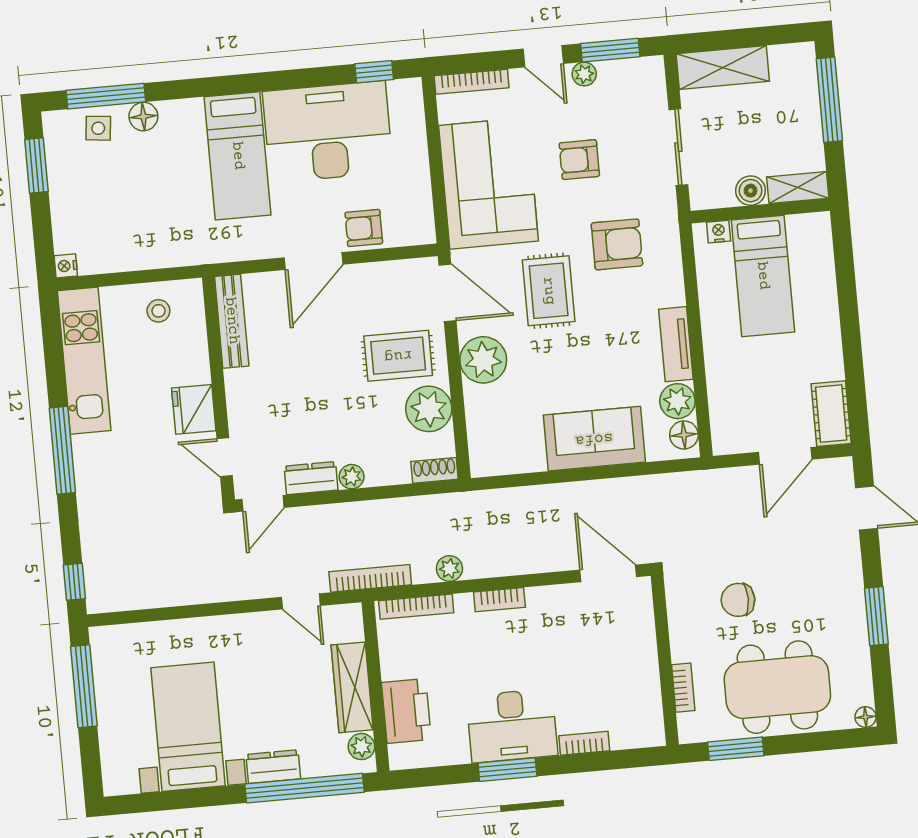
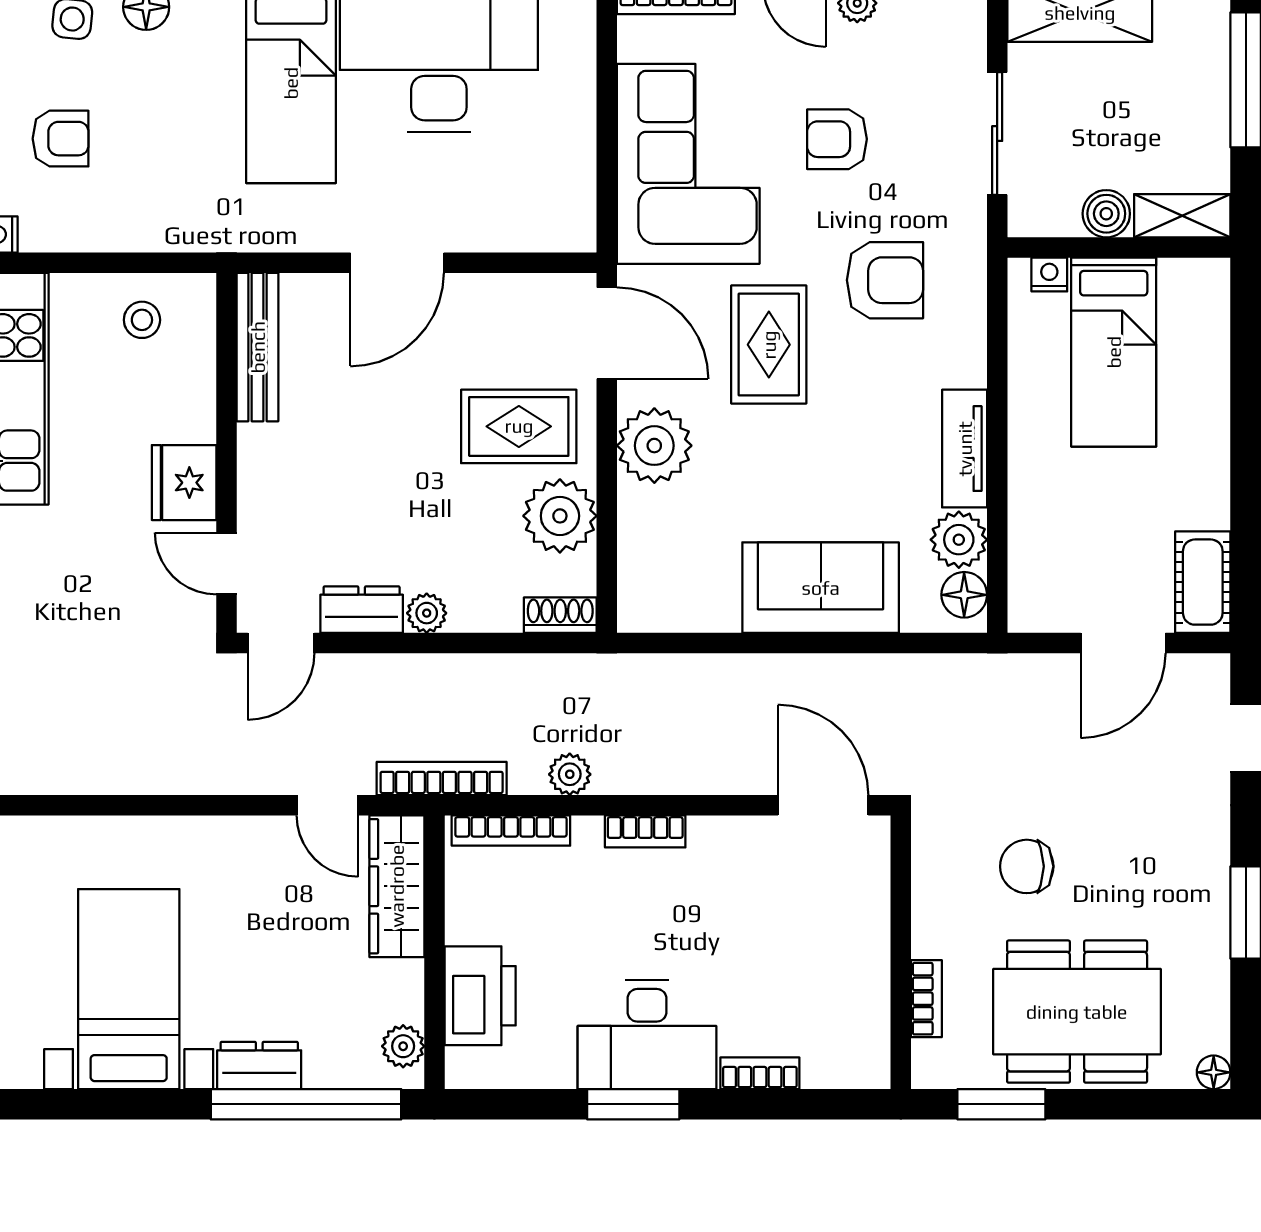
armchair: (364, 228) -> (61, 139), moved, turned 180
wardrobe: (352, 687) -> (397, 886), moved

